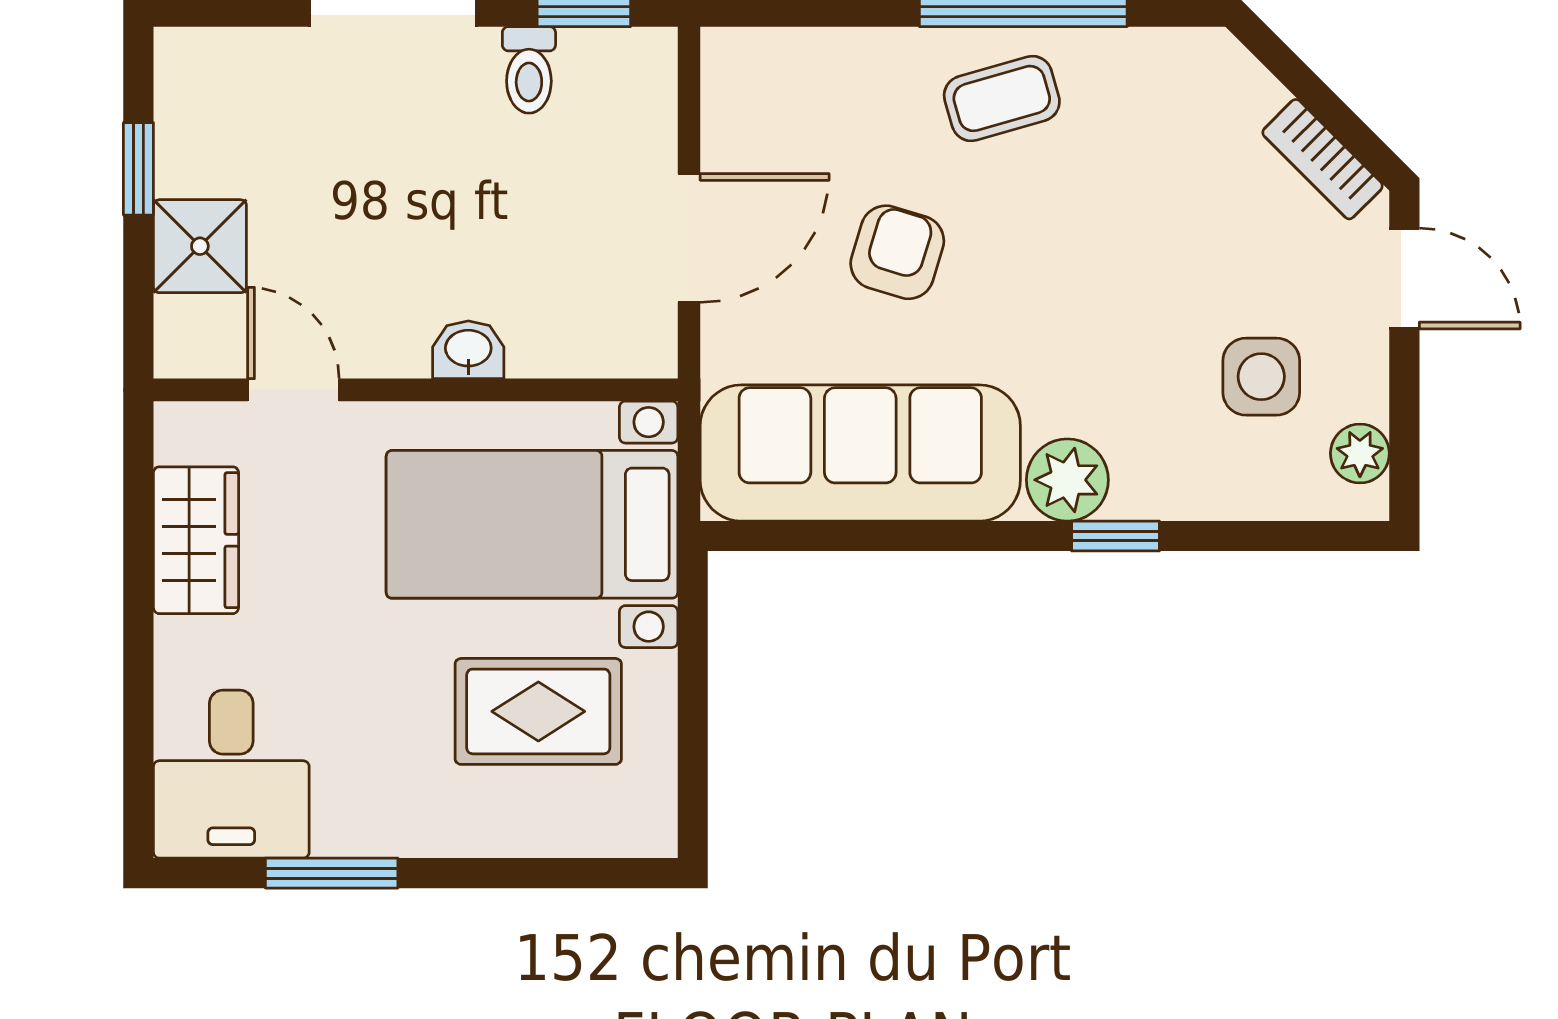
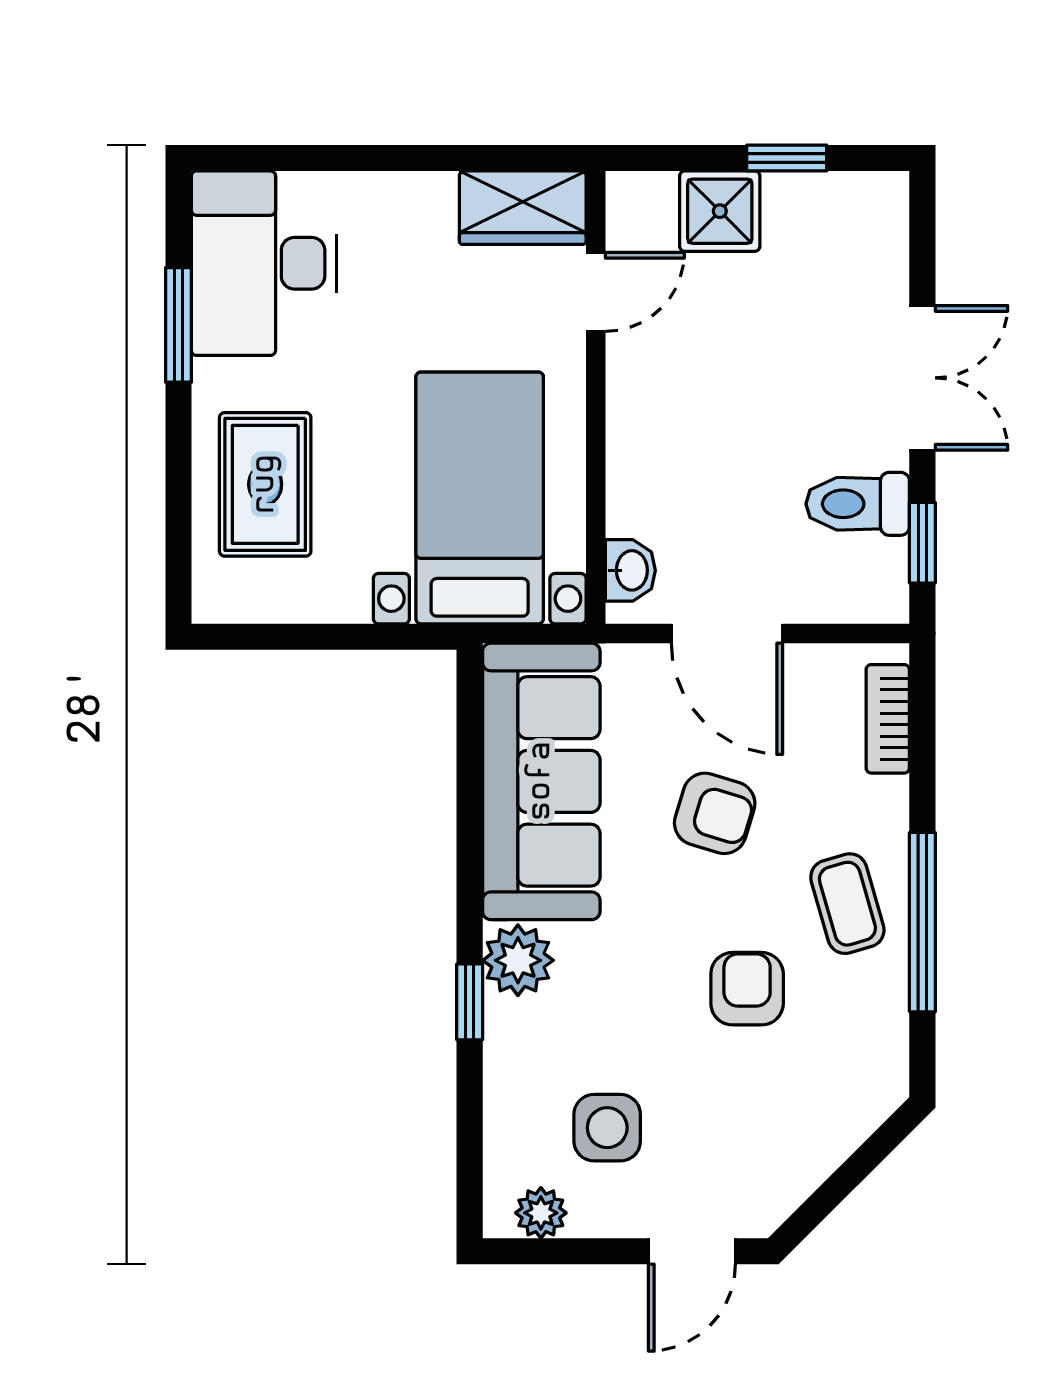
toilet: (529, 70) -> (858, 504), width x1.37, depth x1.39
bookcase: (1323, 159) -> (888, 719), moved, turned -45
armchair: (1100, 215) -> (747, 989), added
washbasin: (468, 350) -> (630, 570), moved
wardrobe: (196, 540) -> (523, 208), moved
rug: (538, 711) -> (265, 484), moved
desk: (231, 774) -> (264, 263), width x1.37

